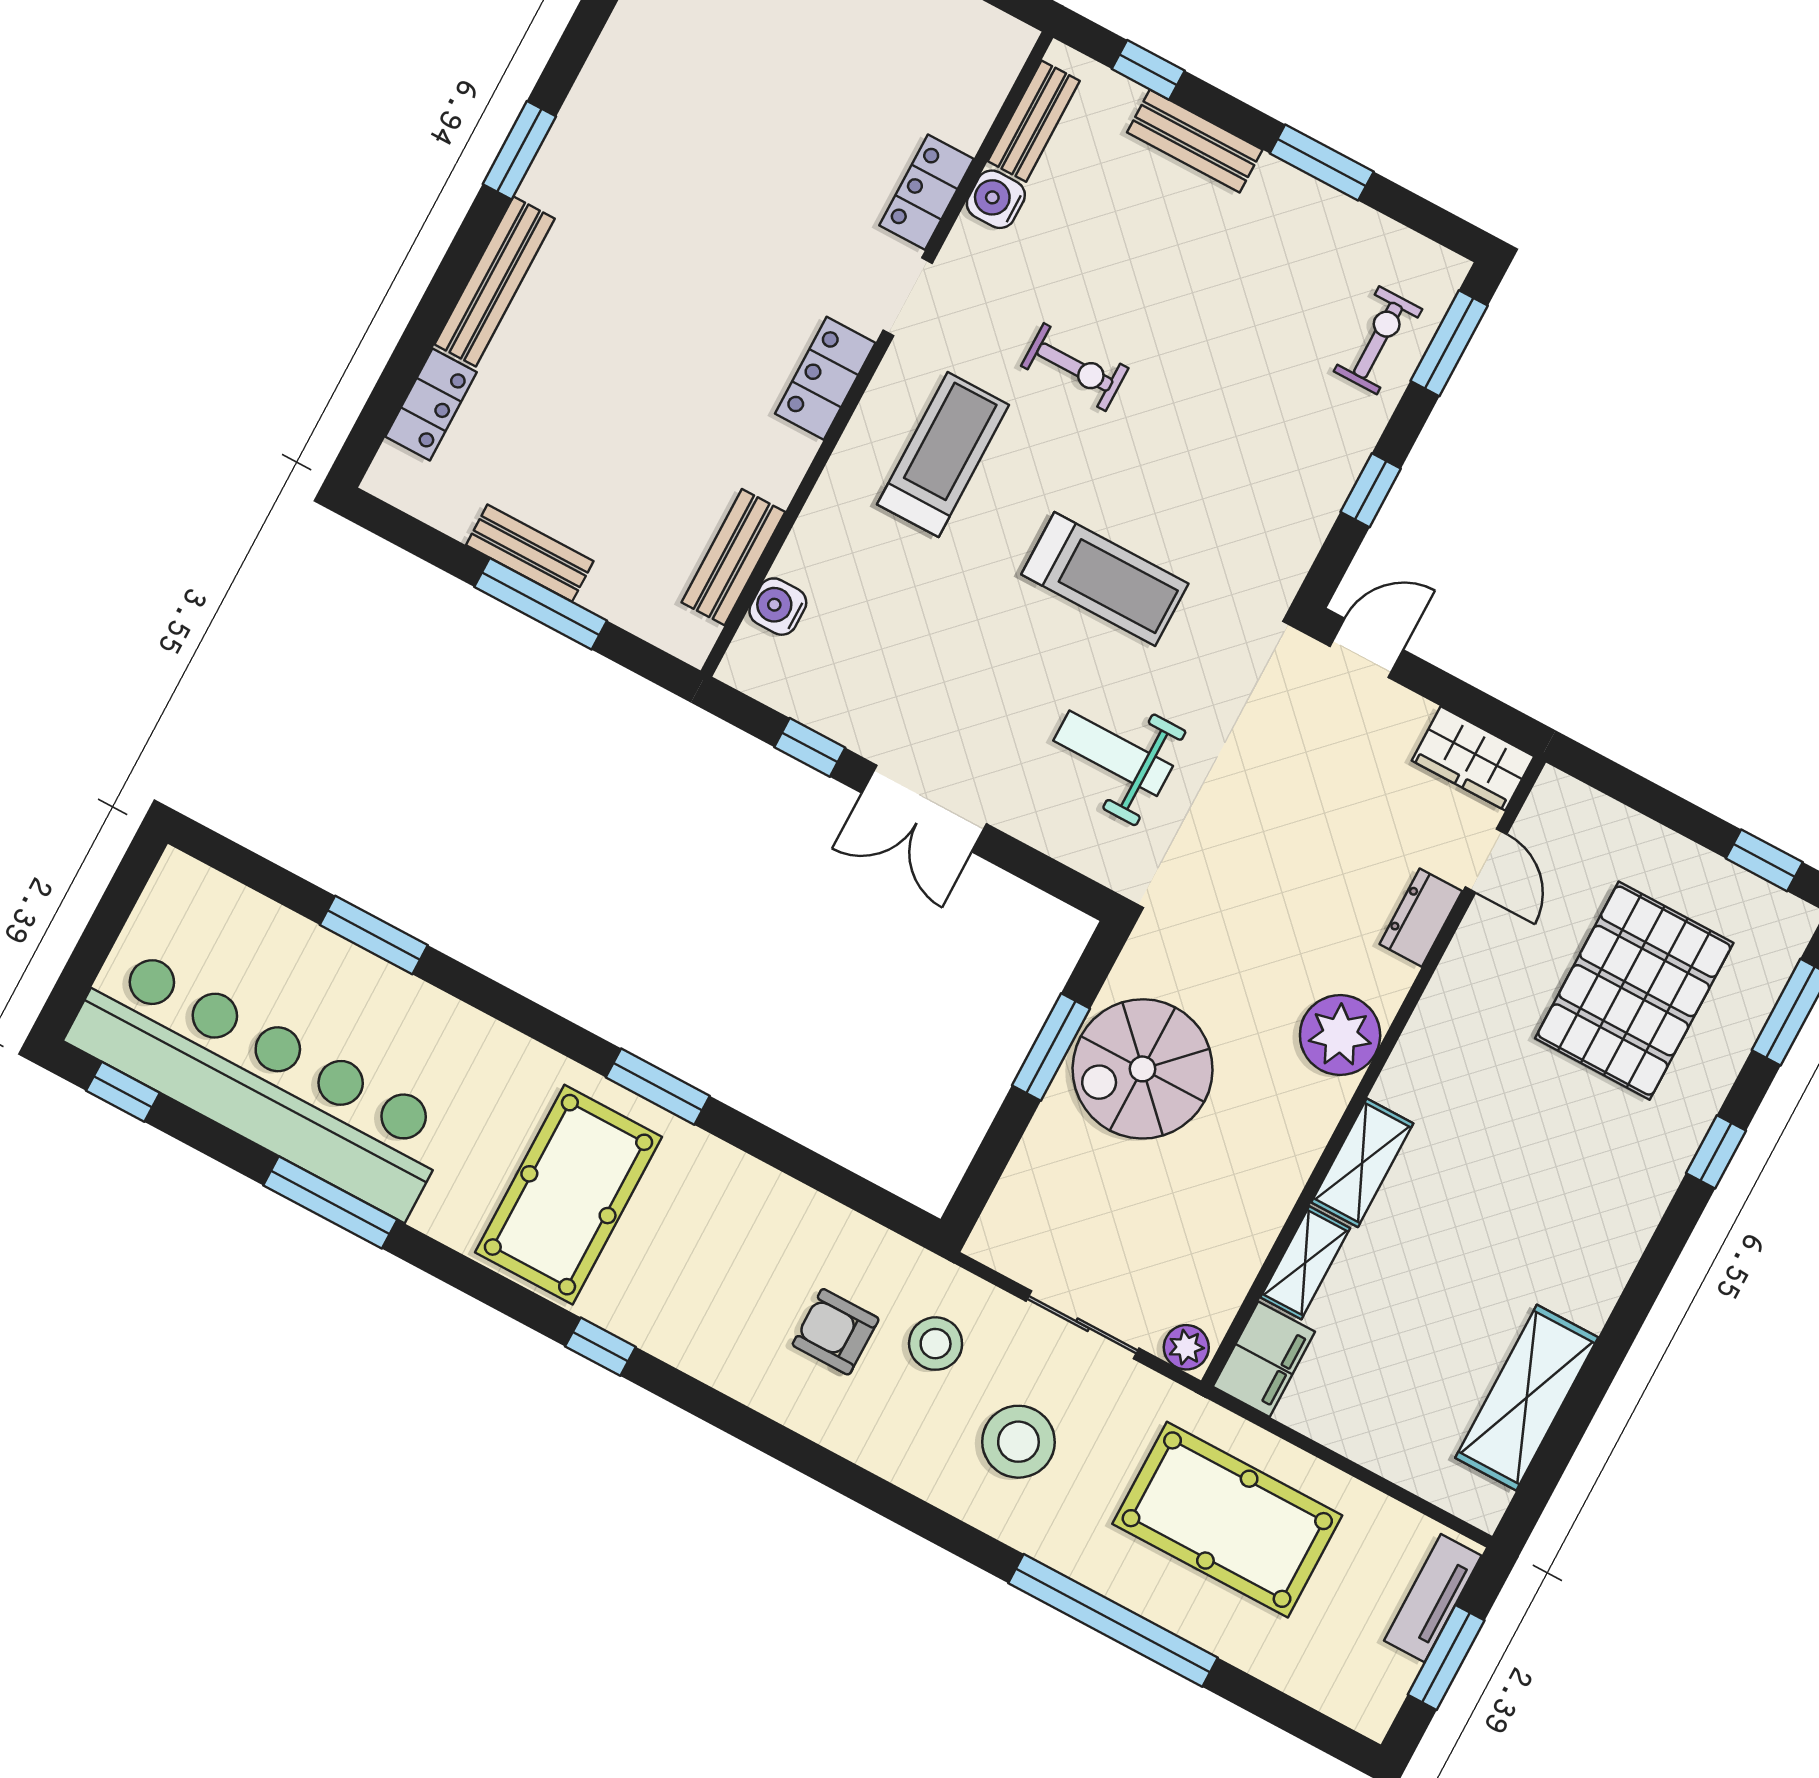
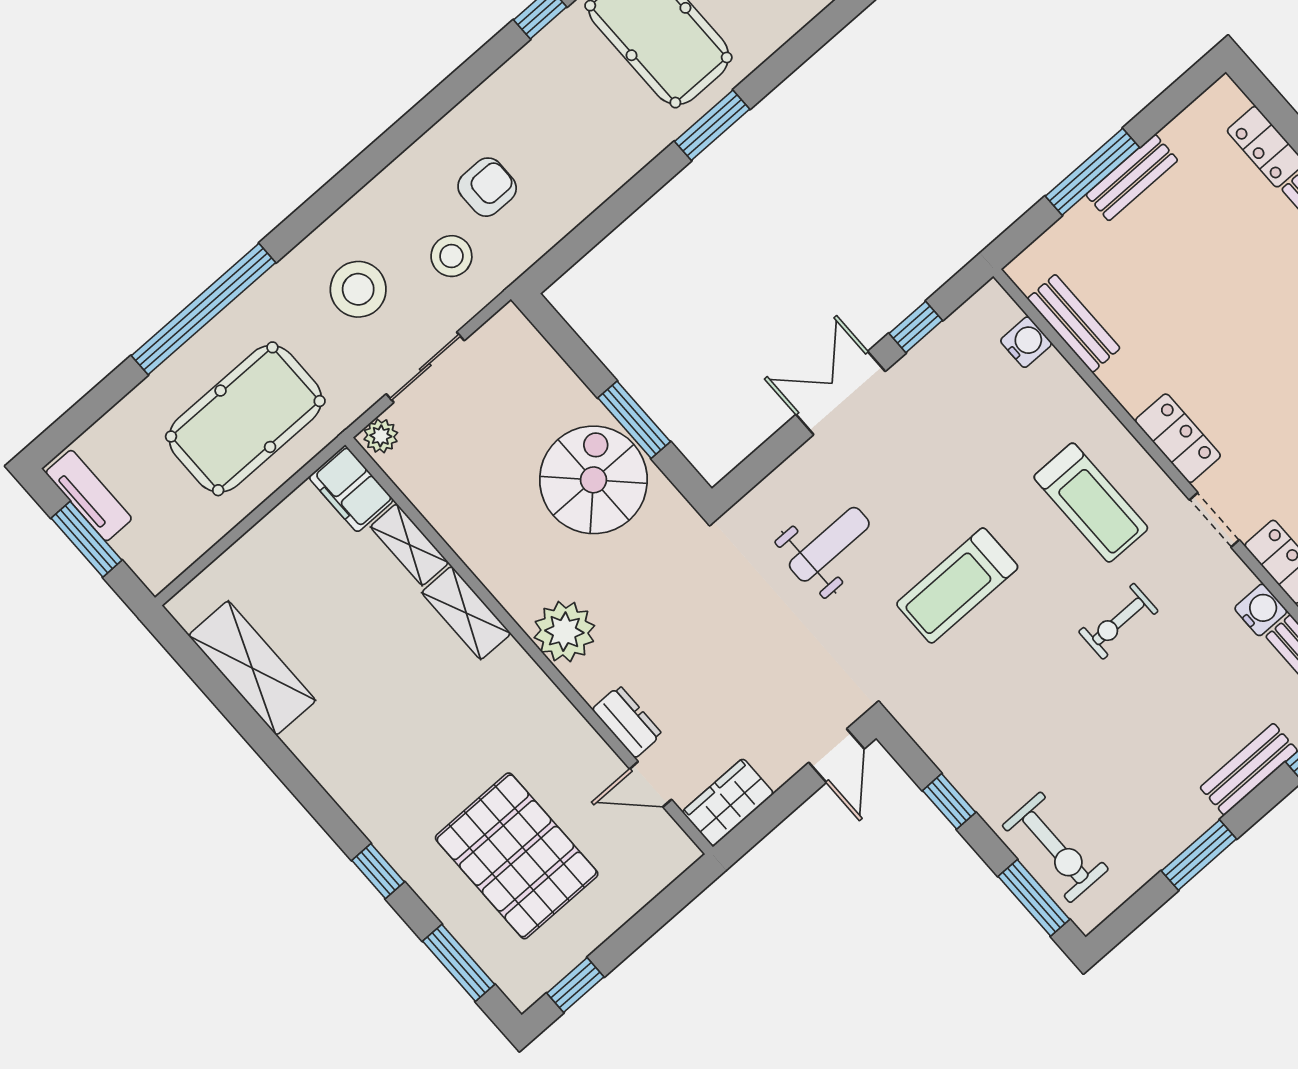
exercise bike: (1378, 340) -> (1055, 847), width x1.38, depth x1.39
tv unit: (1433, 1598) -> (89, 496), moved

